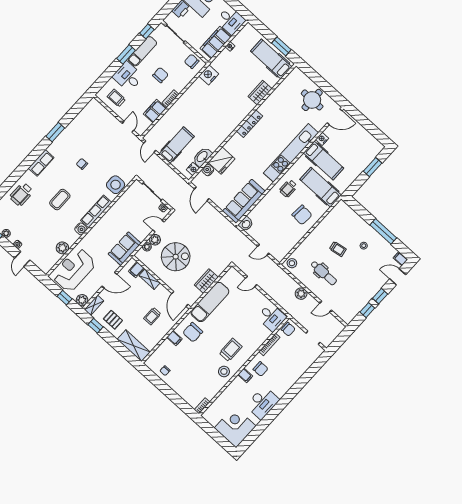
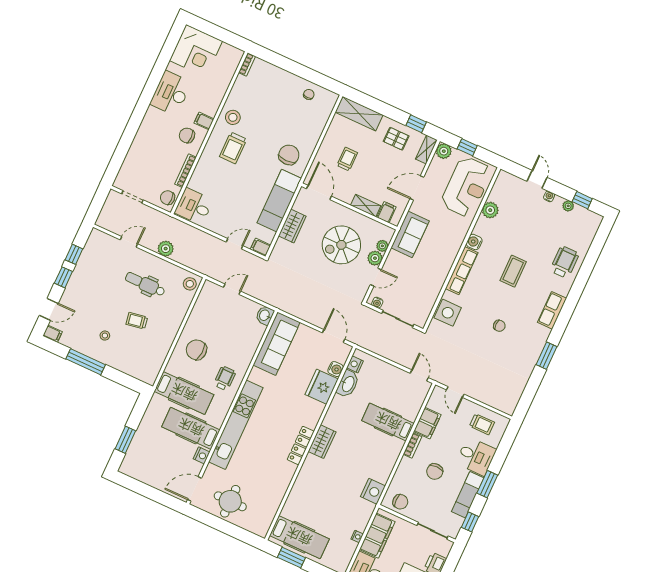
wardrobe: (260, 93) -> (322, 442), moved
hospital bed: (177, 145) -> (388, 422), moved, turned 90
filing cabinet: (174, 338) -> (261, 247), moved

